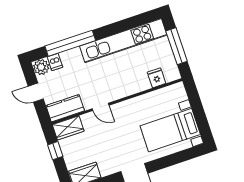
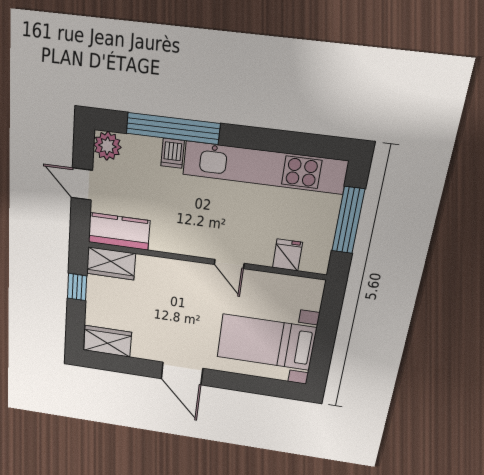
dishwasher: (55, 62) -> (173, 153), moved
door: (101, 107) -> (229, 264), moved

